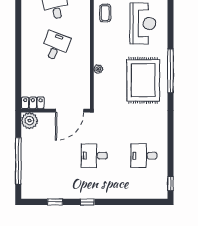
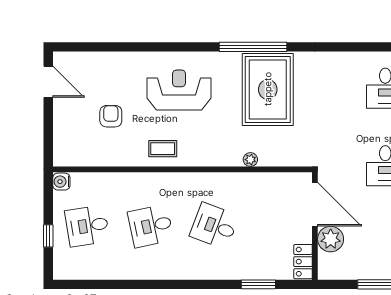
window: (18, 74) -> (258, 284), added
rug: (143, 80) -> (268, 89), turned 90
plant: (29, 121) -> (331, 239), moved

